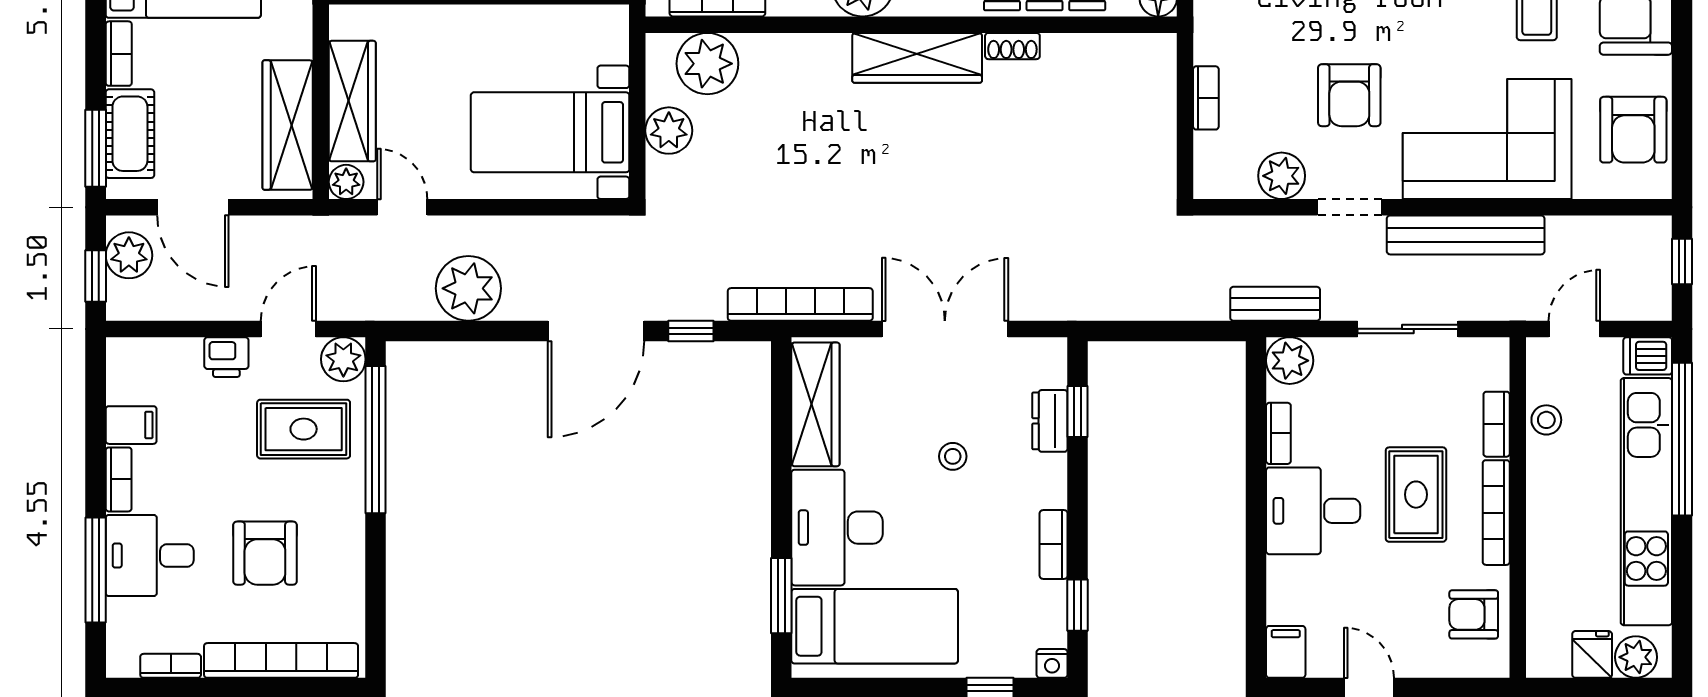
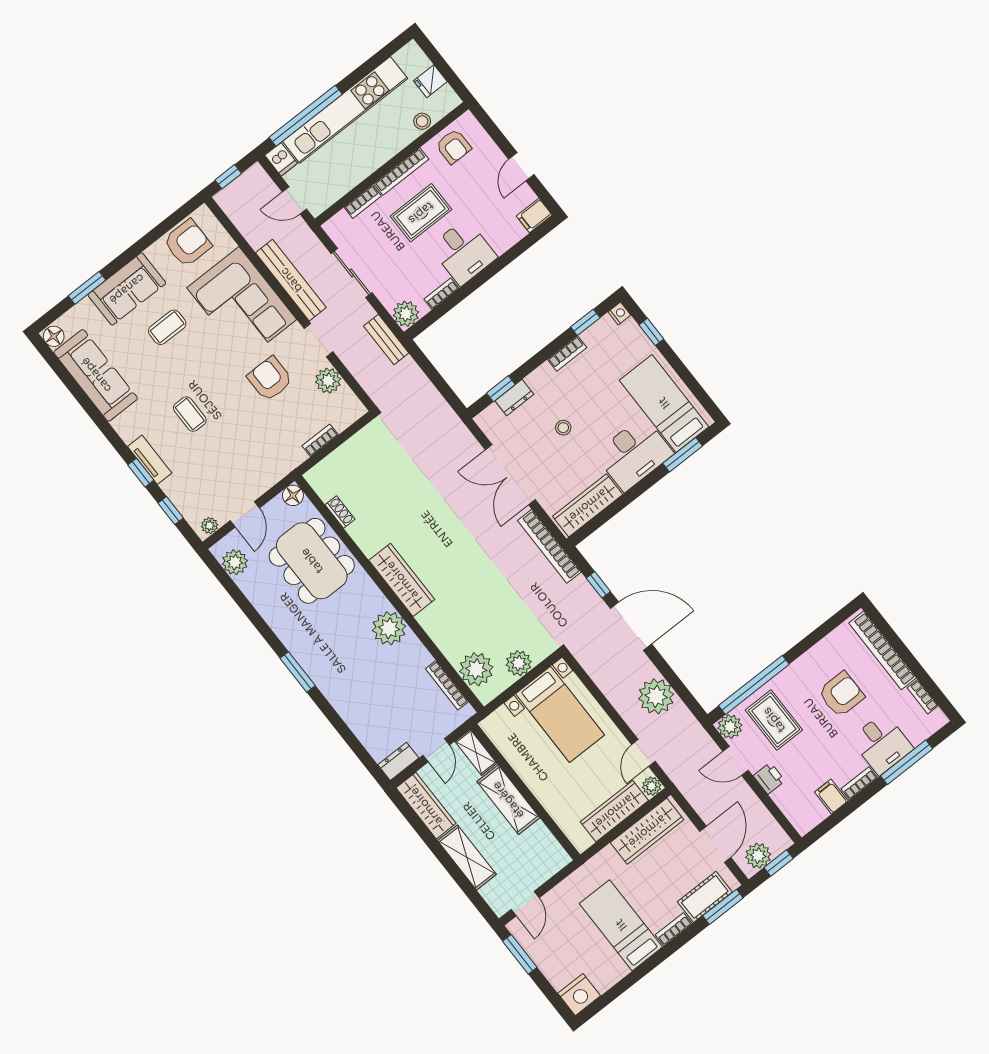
shoe rack: (1012, 46) -> (340, 512), moved
armchair: (1349, 95) -> (270, 379), turned -90
stool: (1546, 420) -> (422, 121), moved
plant: (1636, 657) -> (416, 61), removed

